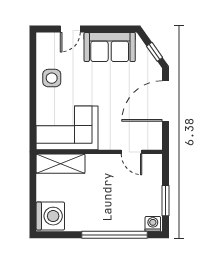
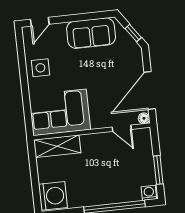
door: (70, 29) -> (40, 22), moved
door: (165, 101) -> (150, 90), moved
floor lamp: (156, 144) -> (144, 118), added

